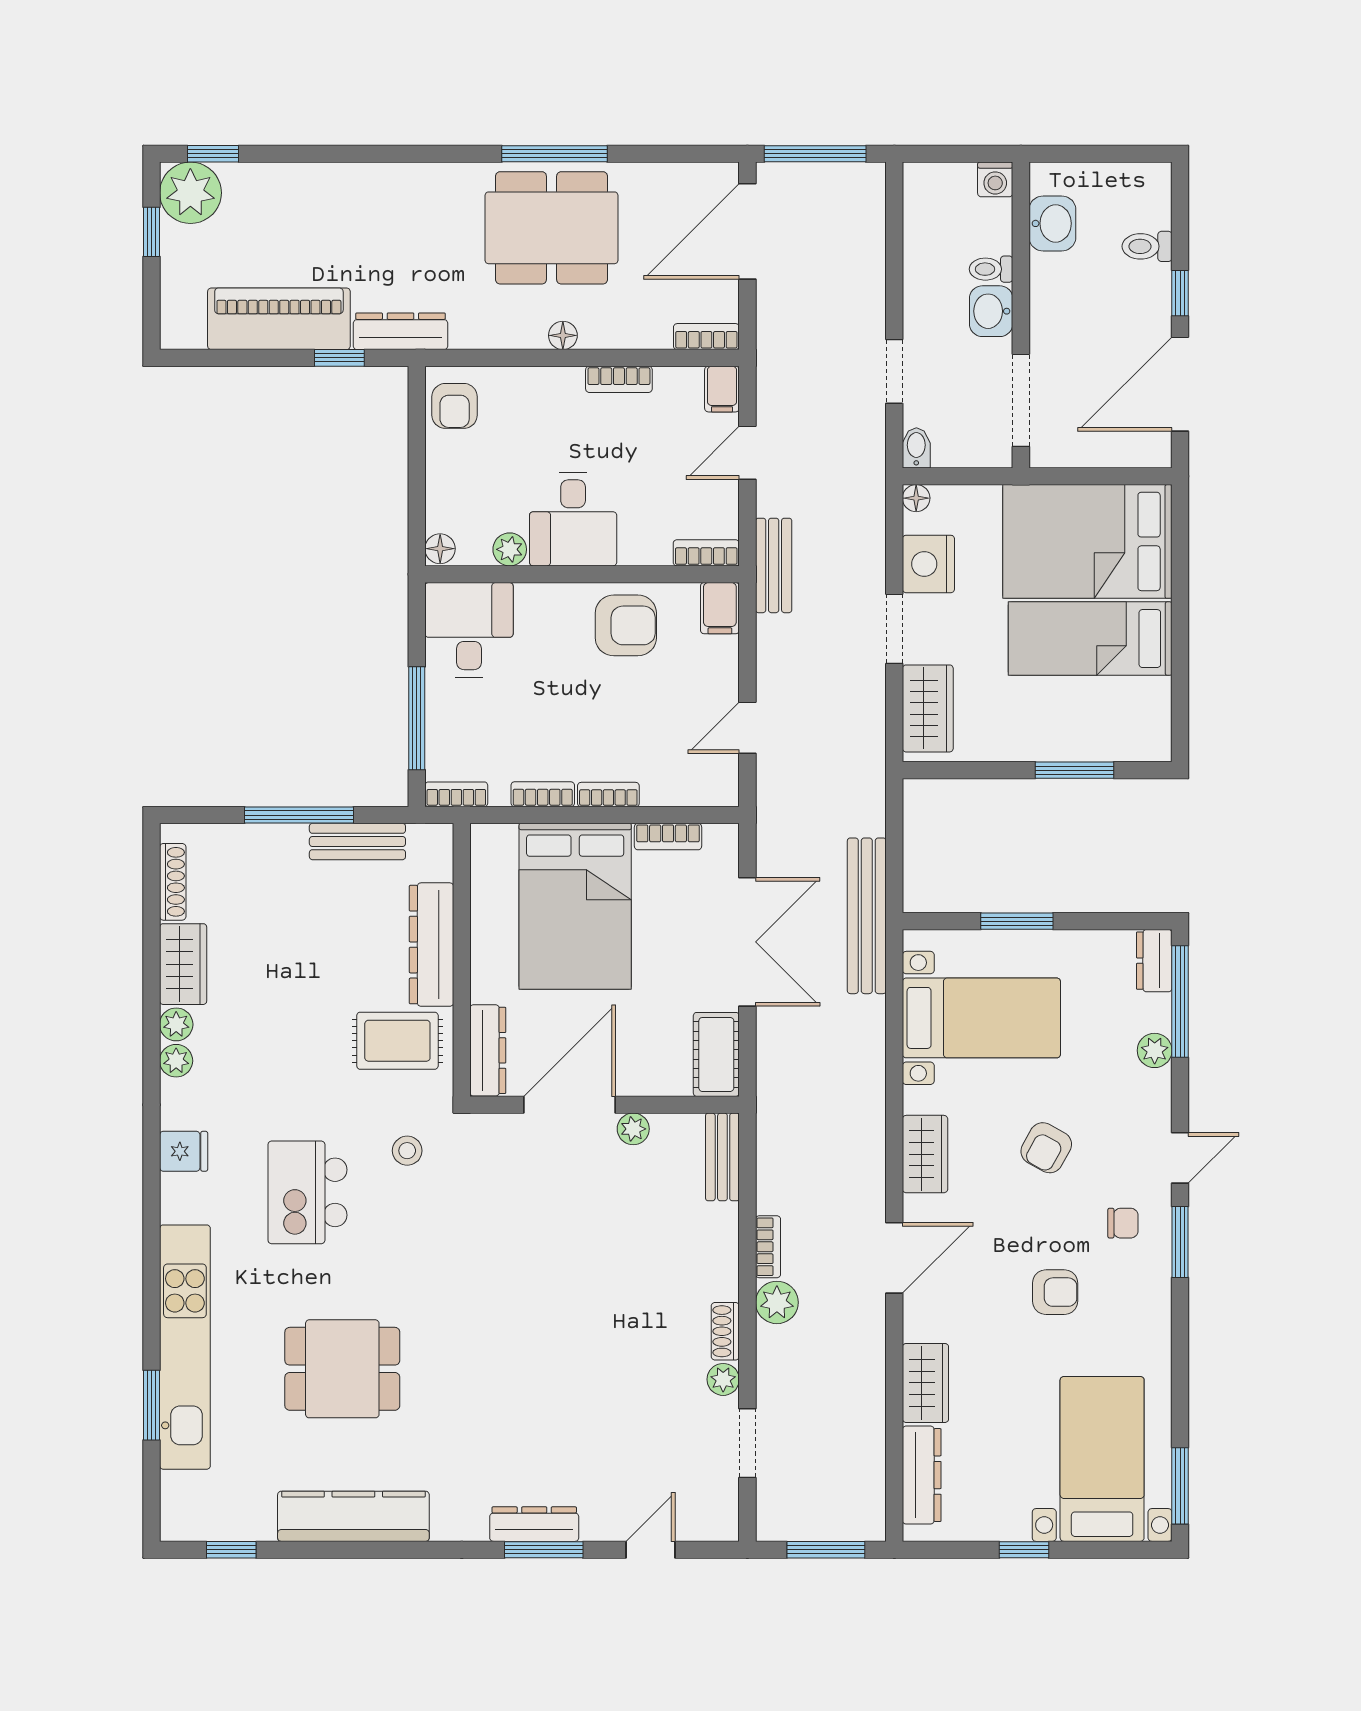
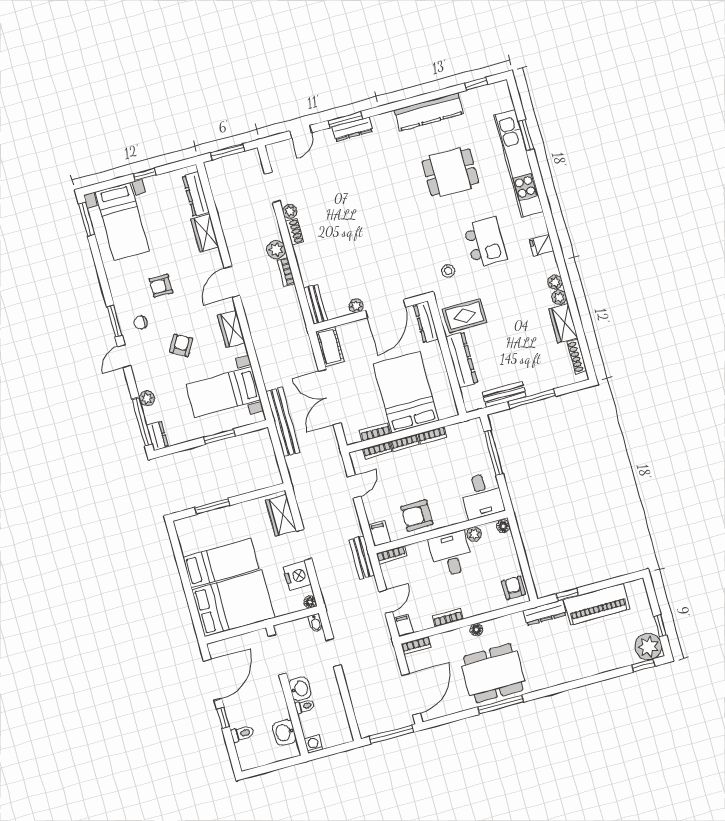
bookcase: (456, 794) -> (377, 450), moved

